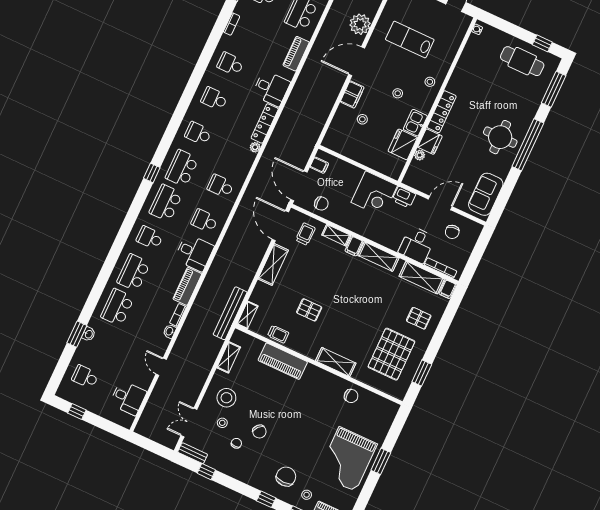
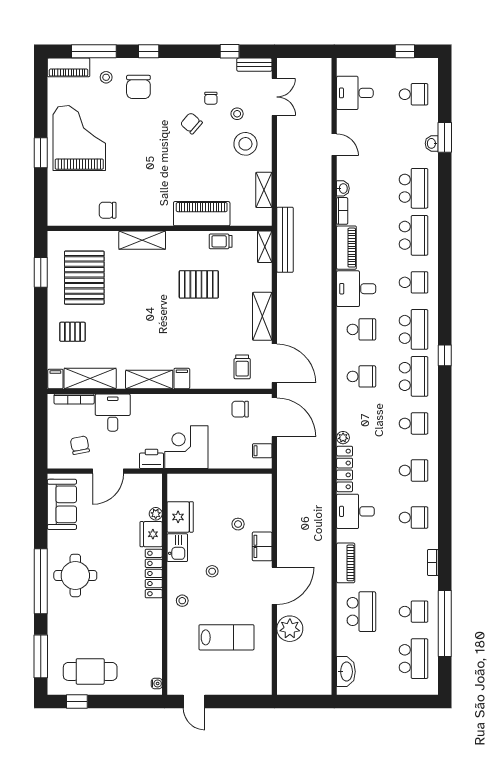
shelving: (336, 235) -> (207, 382), removed
pallet: (309, 310) -> (199, 284), width x1.50, depth x1.42

